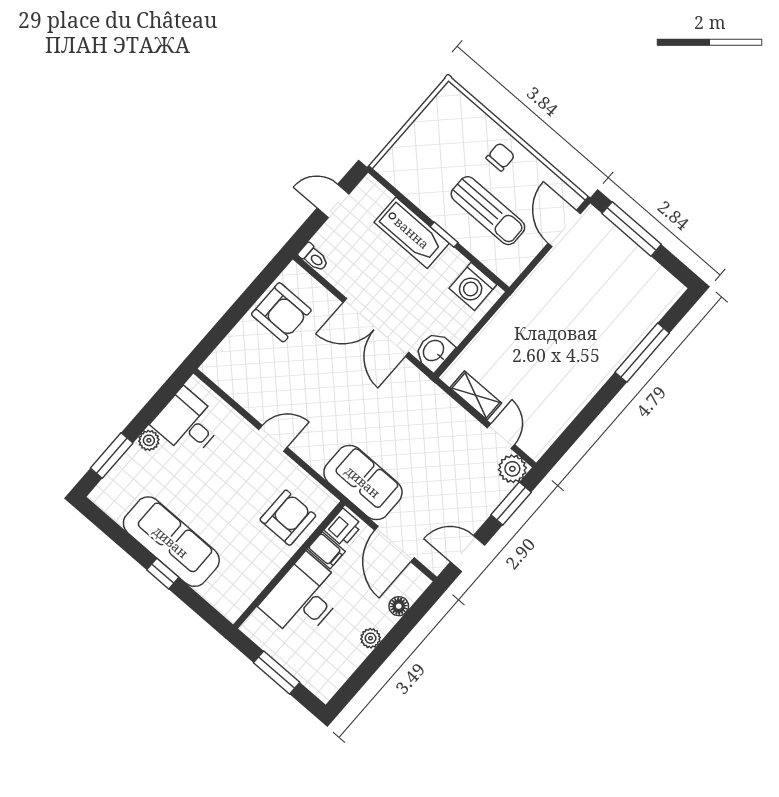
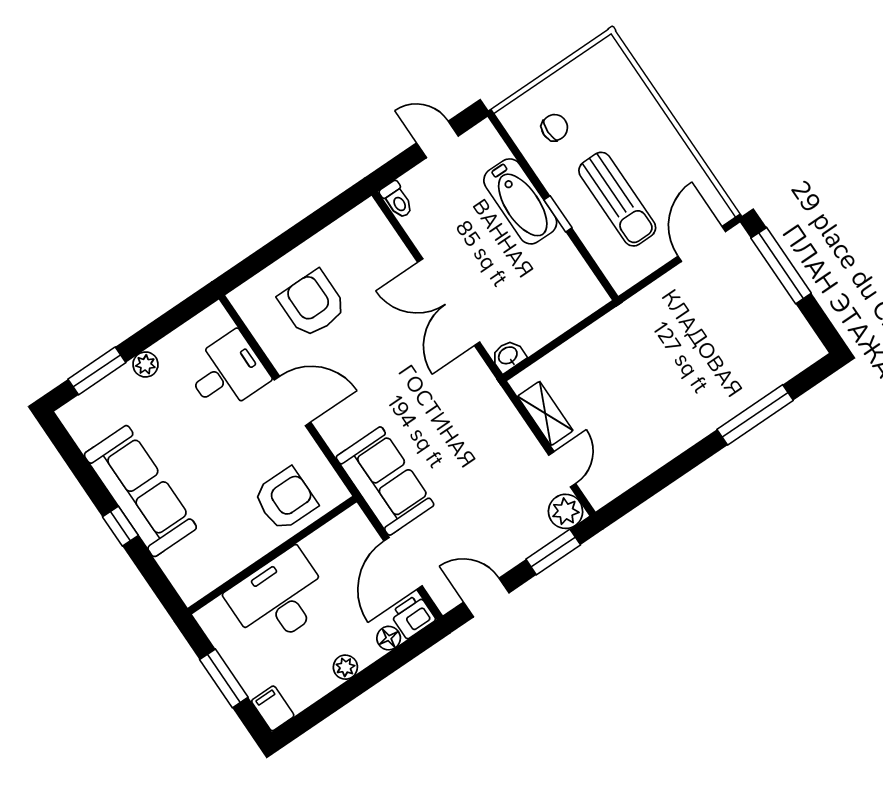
chair: (500, 157) -> (555, 127), moved
washing machine: (473, 286) -> (576, 284), removed
armchair: (281, 312) -> (312, 304), moved, turned 180
washbasin: (434, 351) -> (508, 356), width x0.72, depth x0.69
desk: (187, 423) -> (227, 372), moved, turned 90
door: (273, 438) -> (292, 401), width x1.38
printer: (343, 528) -> (413, 616), moved, turned 180
filing cabinet: (326, 550) -> (273, 708), moved, turned 180

